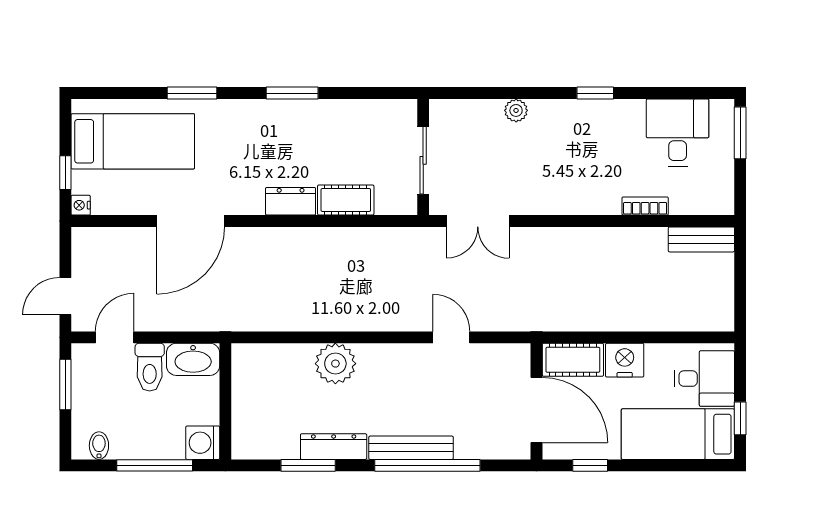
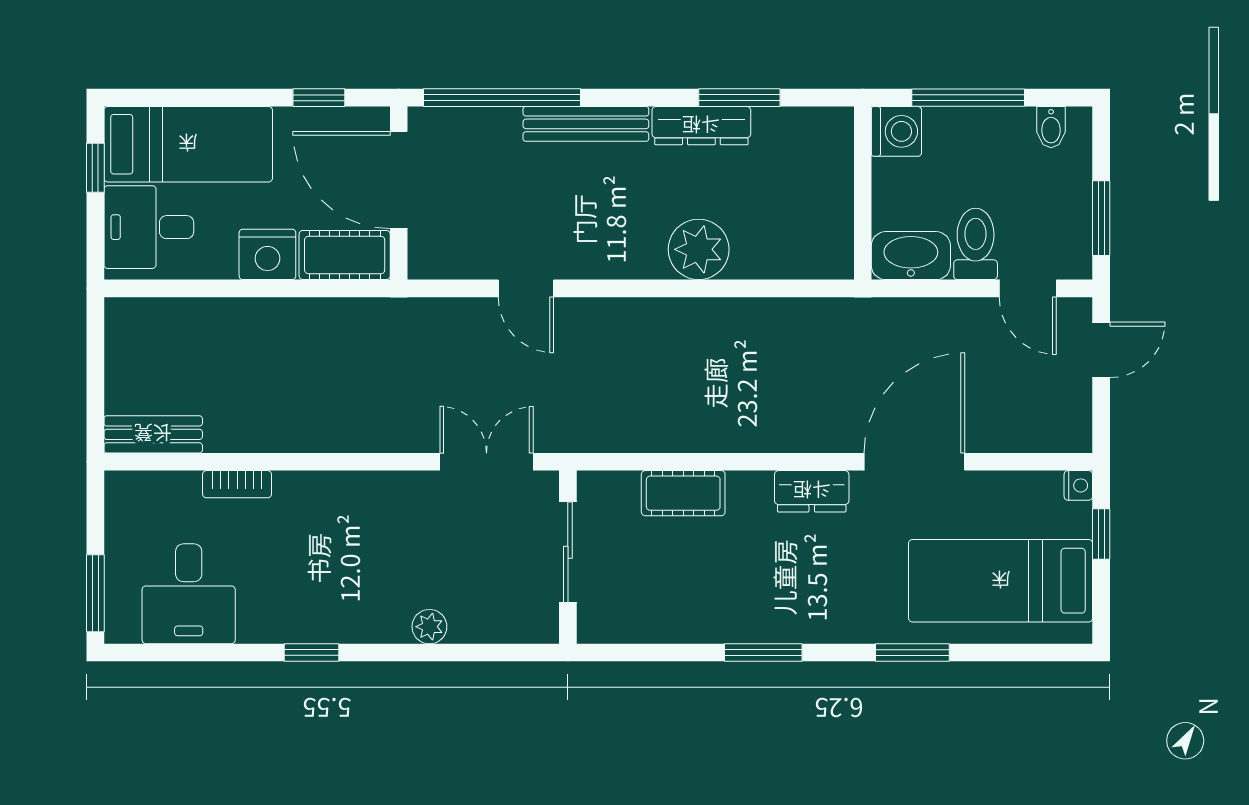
dresser: (291, 201) -> (812, 491), moved
door: (115, 337) -> (1028, 288), hinge flipped
window: (427, 465) -> (502, 98), moved

